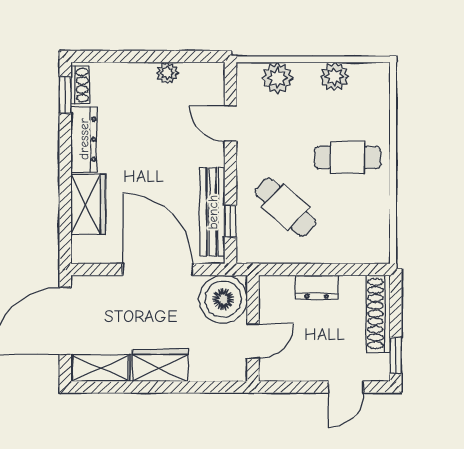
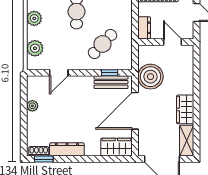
wardrobe: (88, 204) -> (116, 147), moved
bench: (213, 212) -> (111, 82), width x0.73
wall: (253, 328) -> (166, 42), moved
door: (253, 341) -> (172, 42), moved

